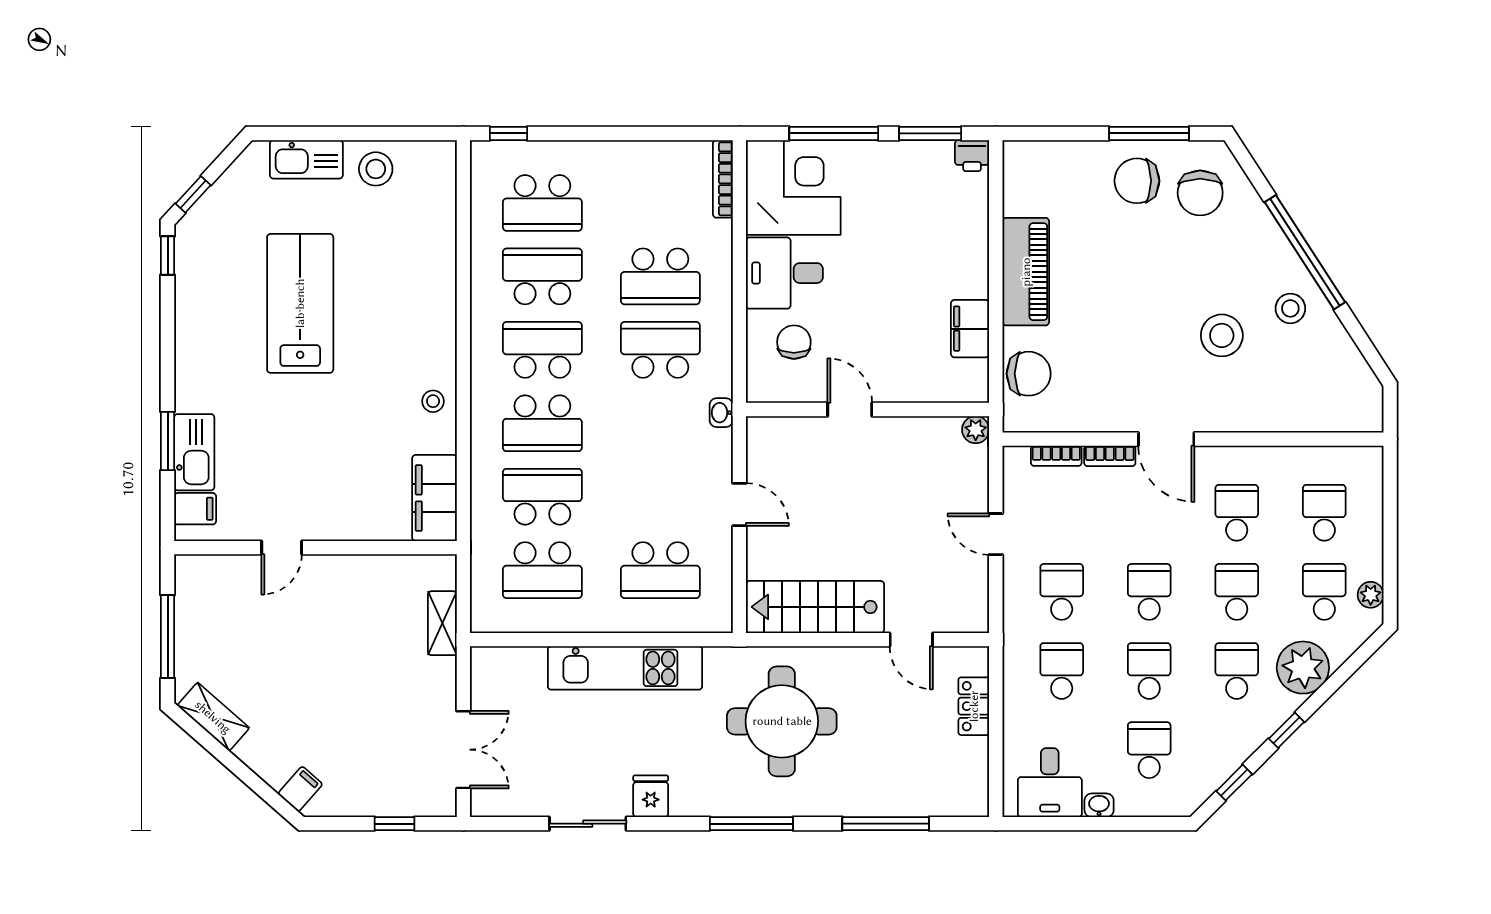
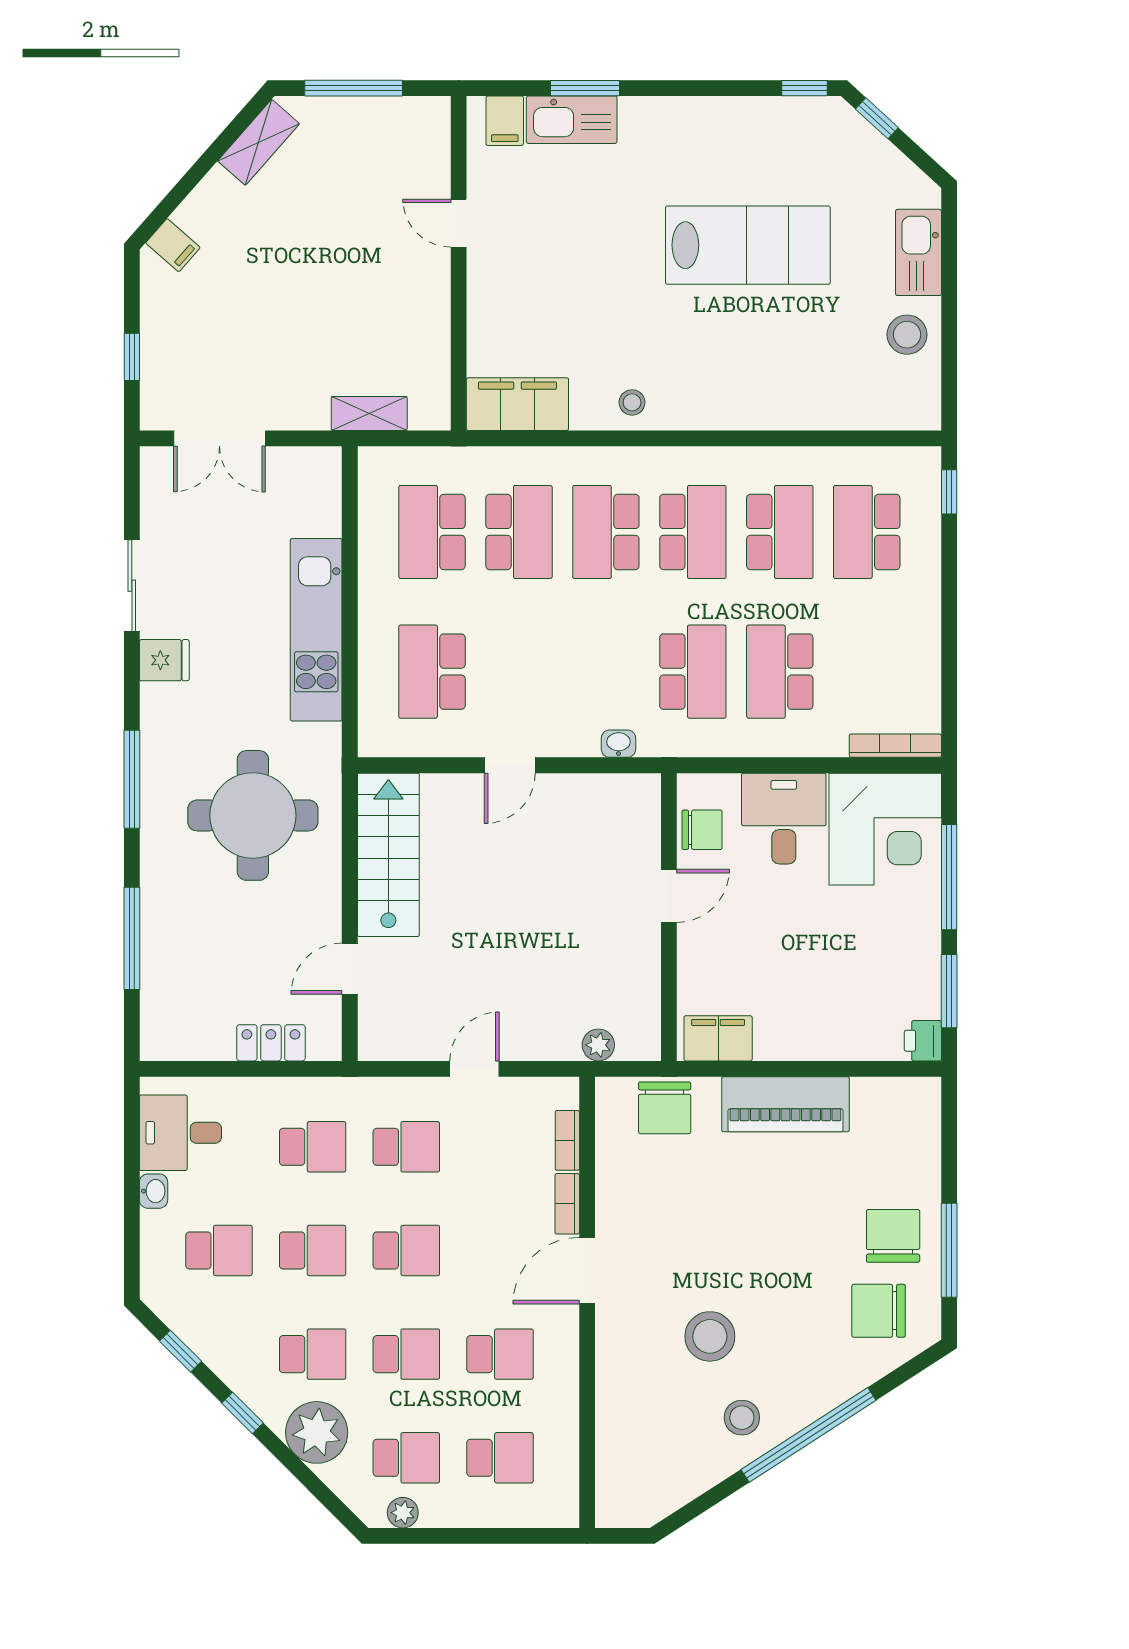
door: (850, 410) -> (669, 896), moved
wall: (868, 410) -> (669, 917), moved

